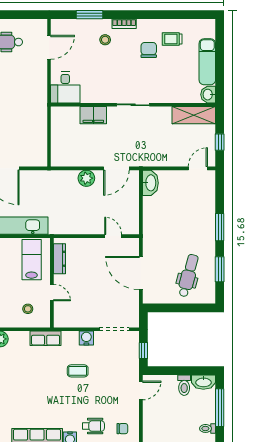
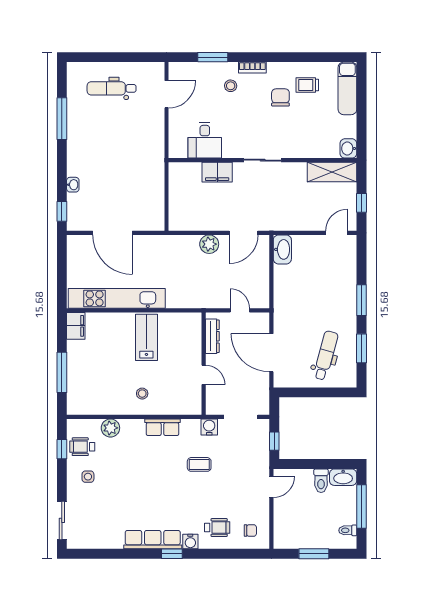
exam couch: (207, 62) -> (347, 88), moved
desk: (65, 87) -> (205, 140), moved
dresser: (59, 259) -> (212, 336), moved
wall: (52, 283) -> (204, 364), moved
door: (52, 293) -> (204, 375), moved

